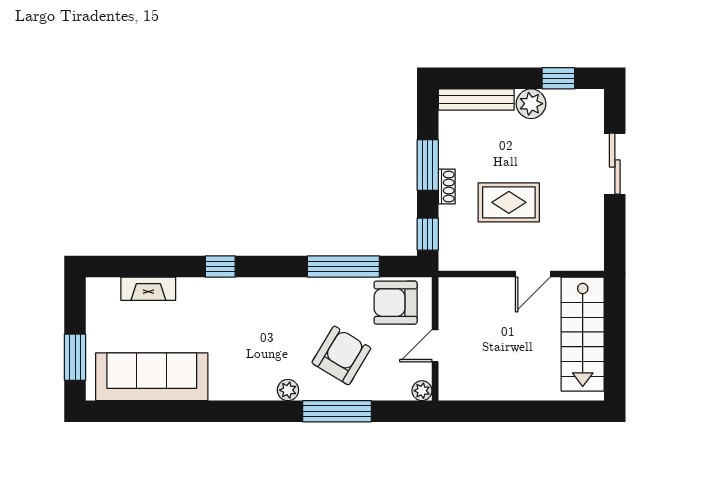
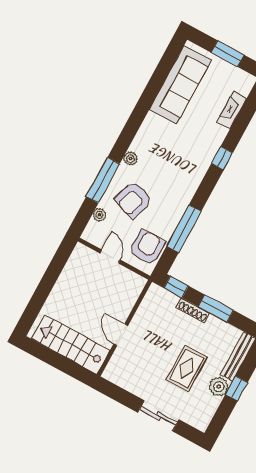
window: (558, 78) -> (237, 388), moved
shoe rack: (447, 187) -> (193, 310), width x1.43
rug: (509, 202) -> (187, 368), moved
armchair: (341, 355) -> (134, 200), turned 78
window: (75, 357) -> (228, 54), moved
plant: (422, 391) -> (99, 215), moved

